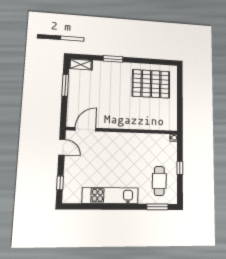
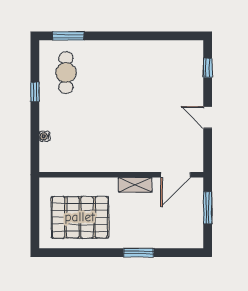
shelving: (81, 64) -> (135, 185), moved
door: (85, 129) -> (176, 175), moved
wall: (123, 131) -> (121, 175), moved
kitchen unit: (110, 195) -> (137, 51), removed

